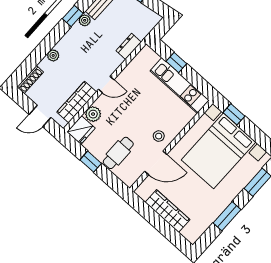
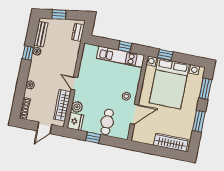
dresser: (129, 46) -> (78, 32), moved
window: (176, 62) -> (125, 47), moved
door: (106, 85) -> (74, 84), swing flipped
wardrobe: (167, 211) -> (171, 142), moved

